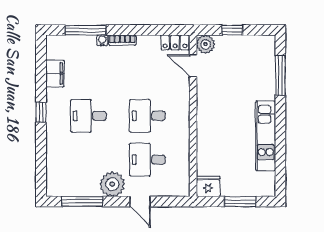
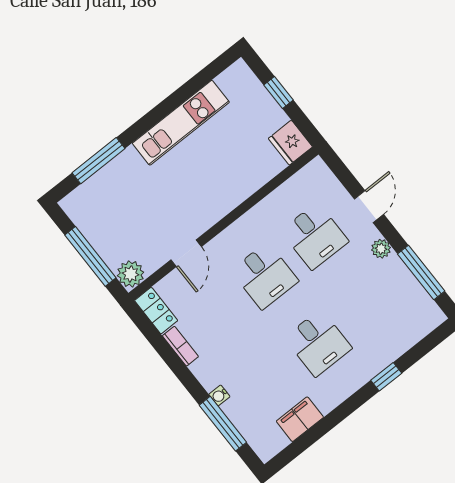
window: (232, 30) -> (90, 256), width x2.17
bookcase: (122, 40) -> (180, 346), moved
door: (193, 66) -> (186, 253), moved
window: (41, 112) -> (386, 377), moved
plant: (112, 184) -> (381, 249), width x0.53, depth x0.53
window: (240, 202) -> (279, 92), width x0.67

